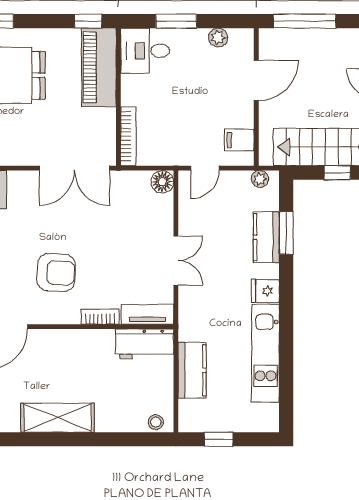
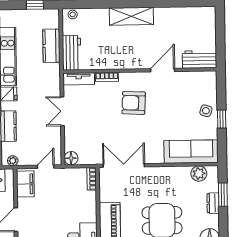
bookcase: (128, 136) -> (92, 179), width x0.64
filing cabinet: (239, 140) -> (25, 184), width x2.00
workbench: (145, 344) -> (72, 53), moved, turned 90

